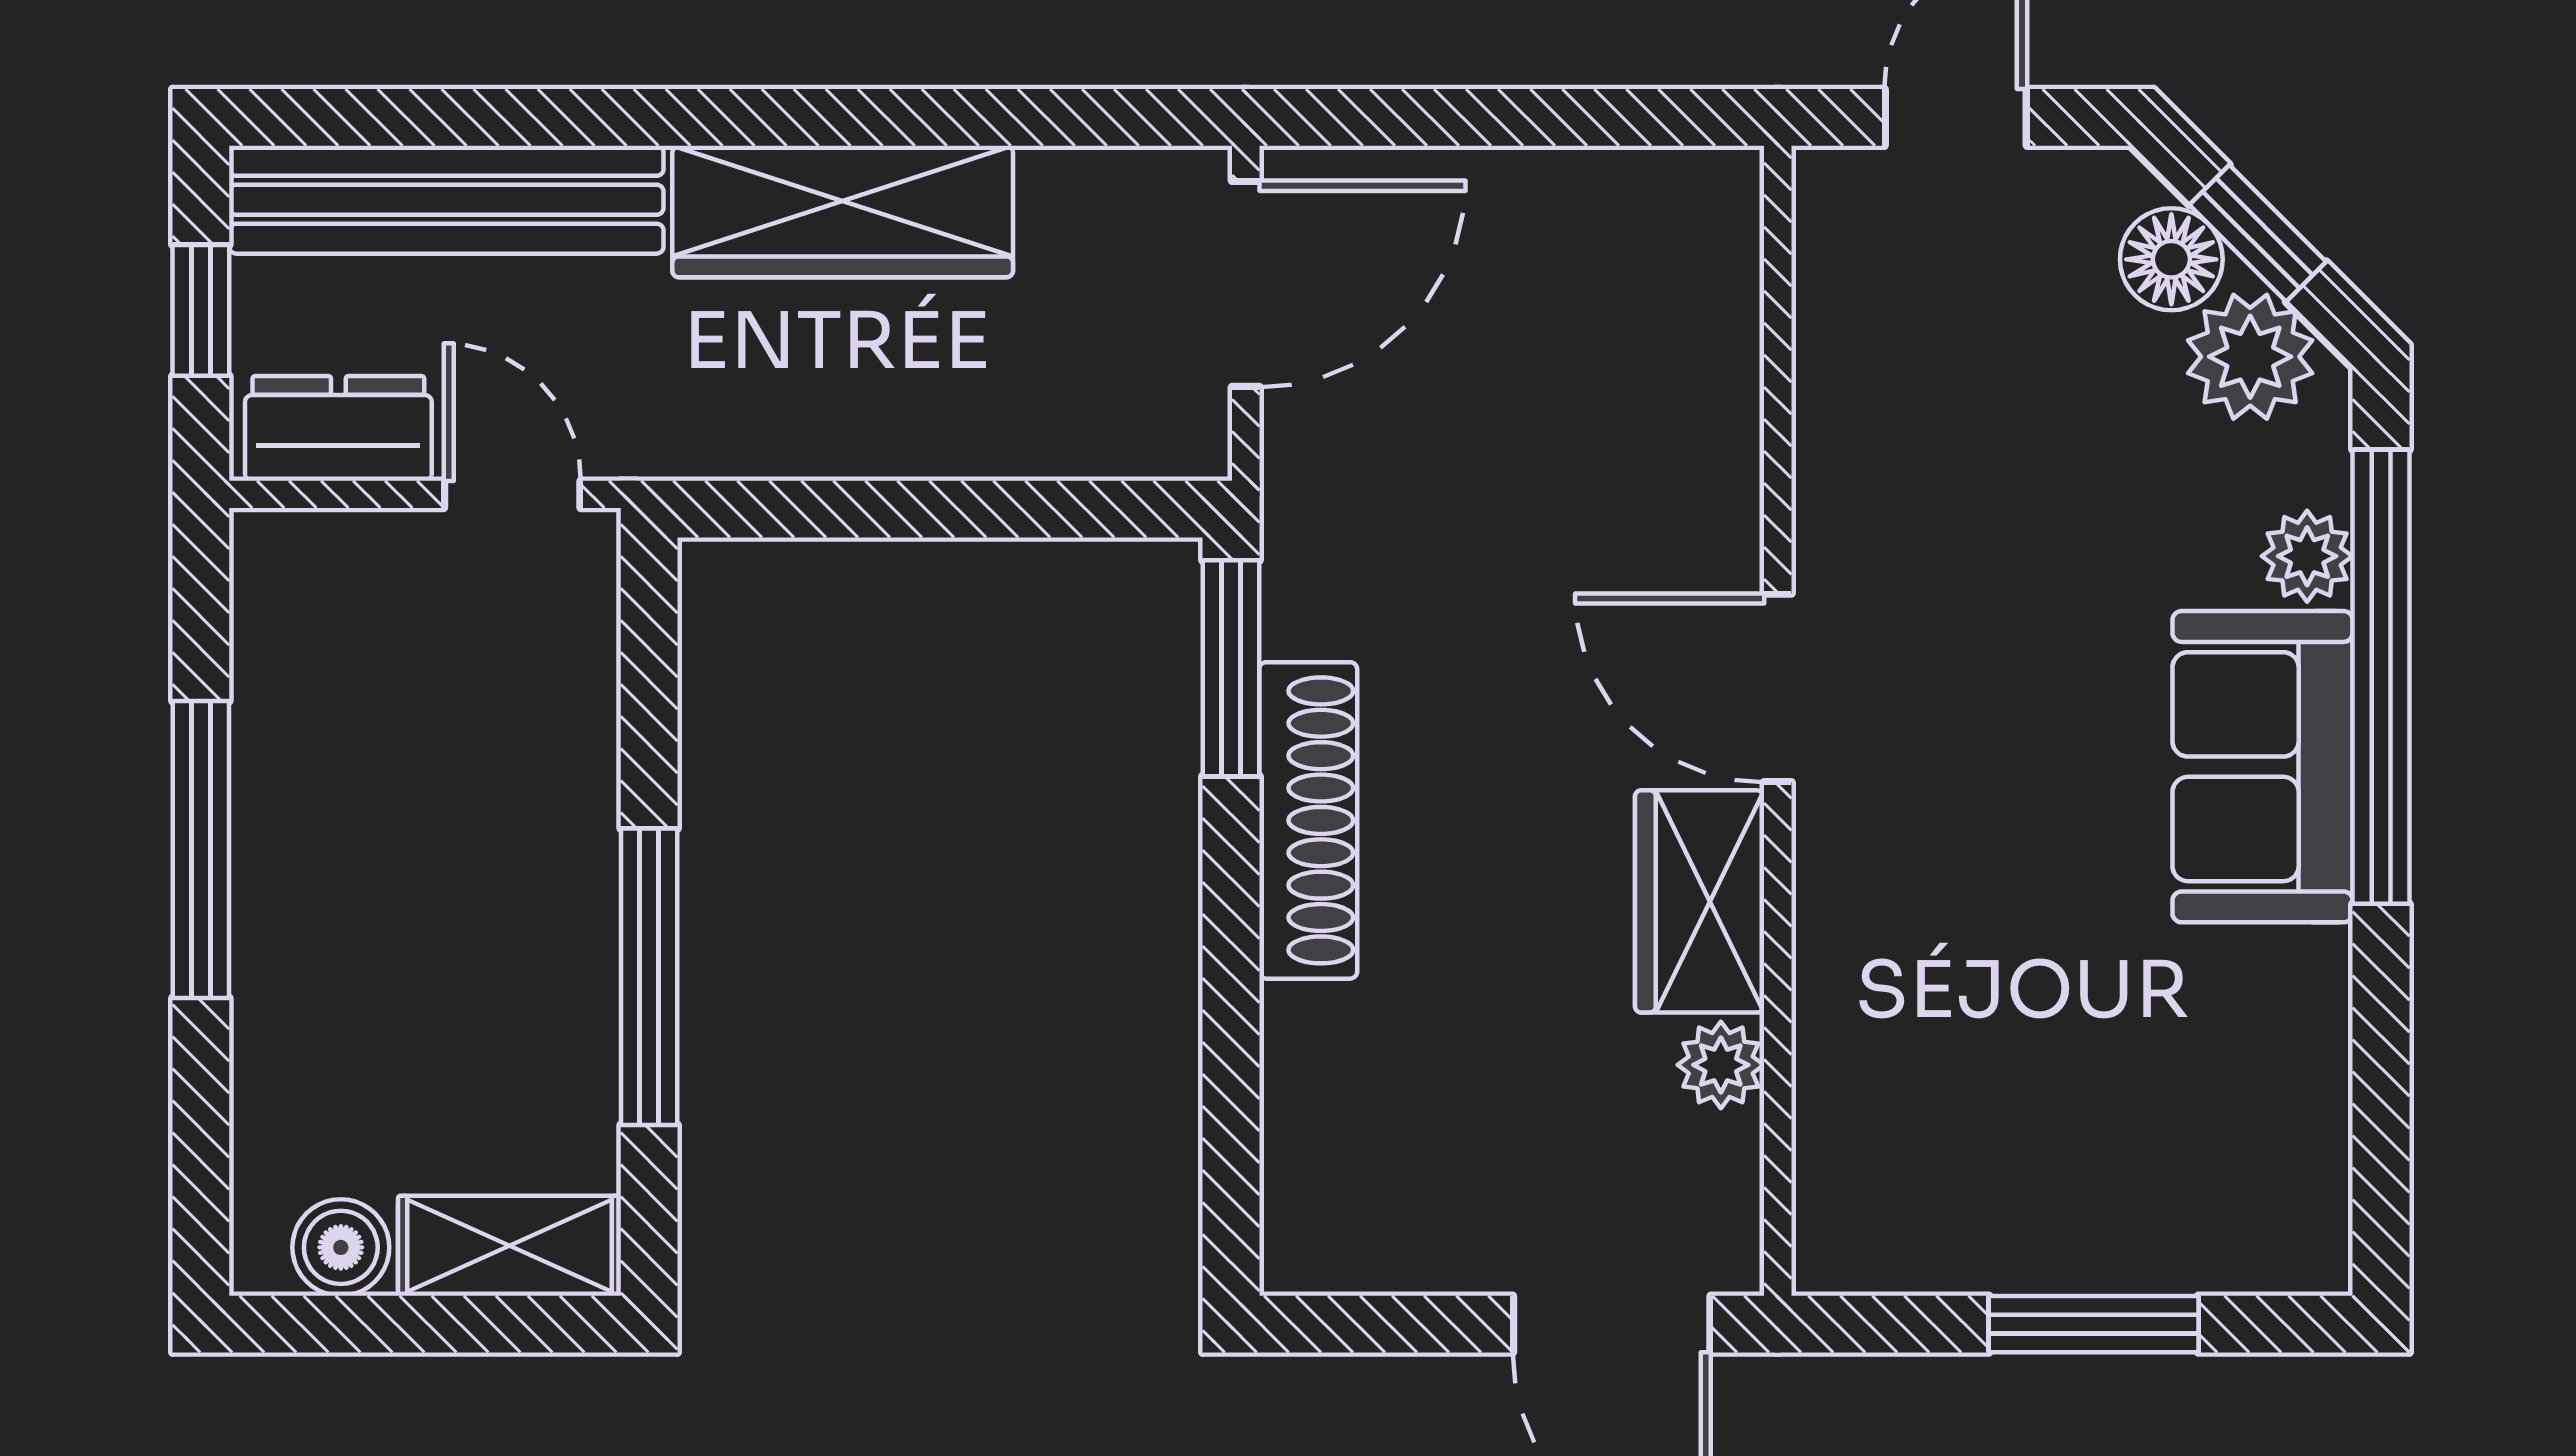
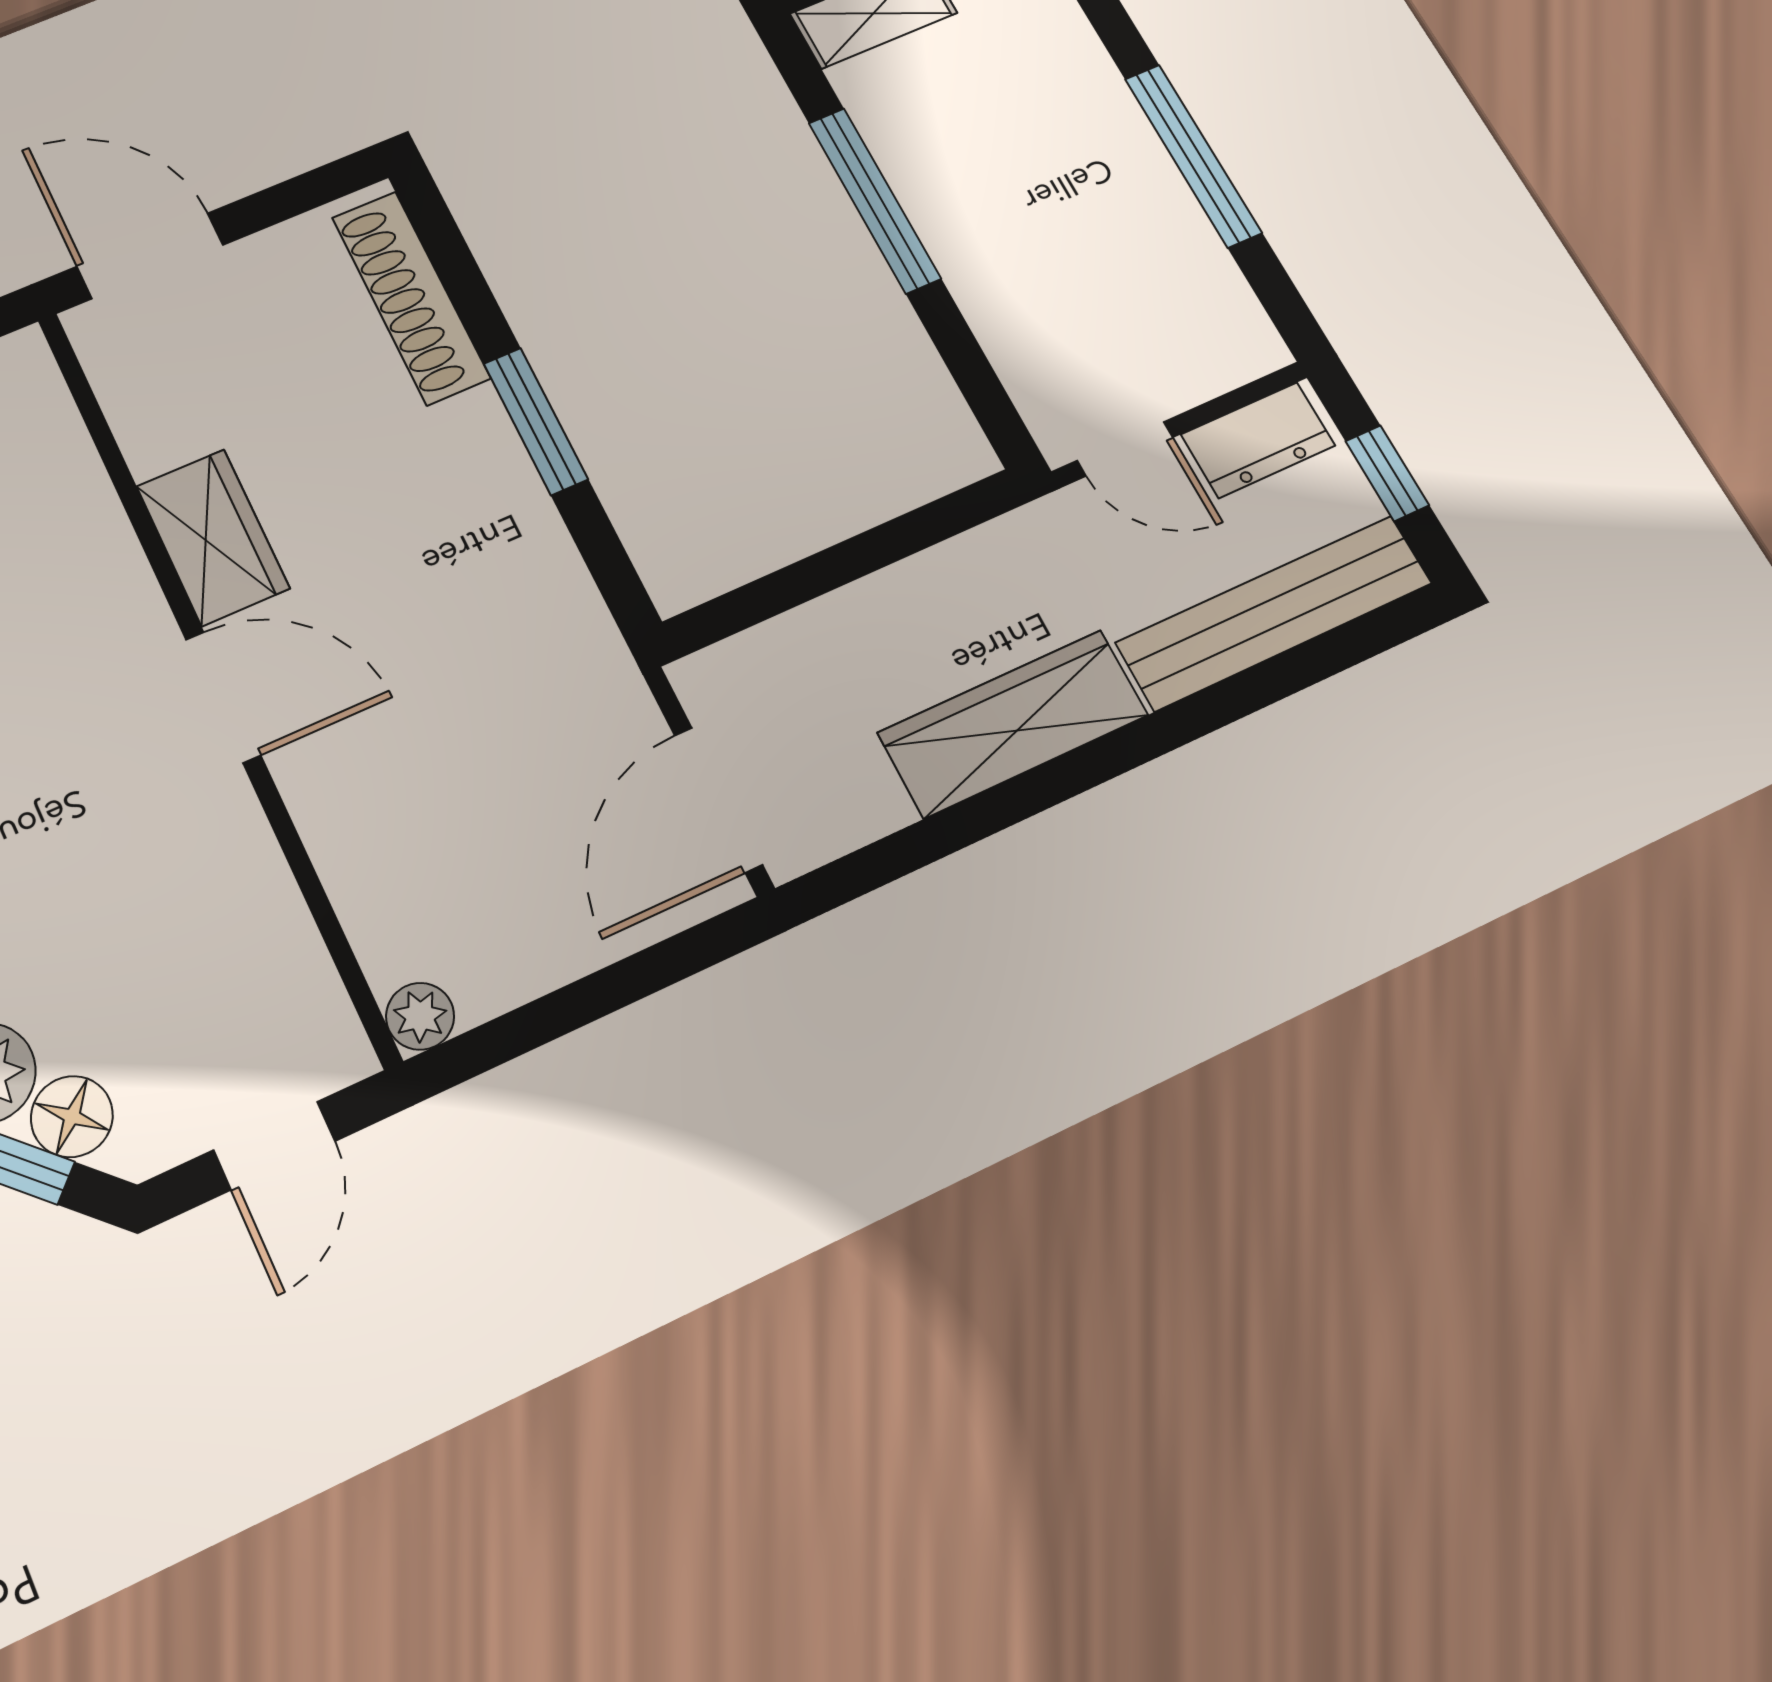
window: (1231, 668) -> (536, 421), moved
shoe rack: (1308, 820) -> (411, 298), moved
plant: (1721, 1065) -> (420, 1016), moved

